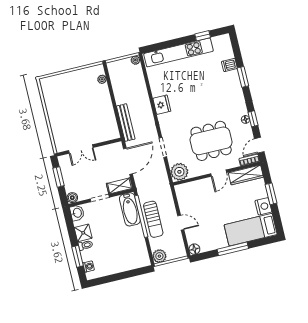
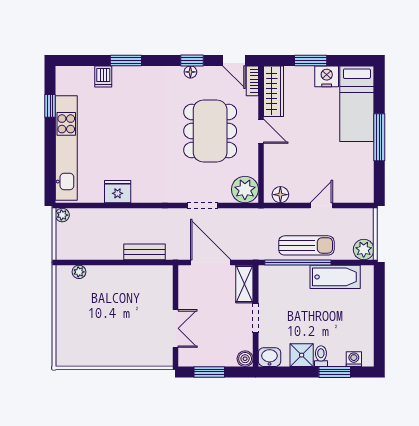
fridge: (162, 105) -> (118, 192), moved
bench: (126, 123) -> (145, 252), width x0.73
bathtub: (130, 209) -> (335, 277), moved
floor lamp: (194, 249) -> (280, 195), moved

